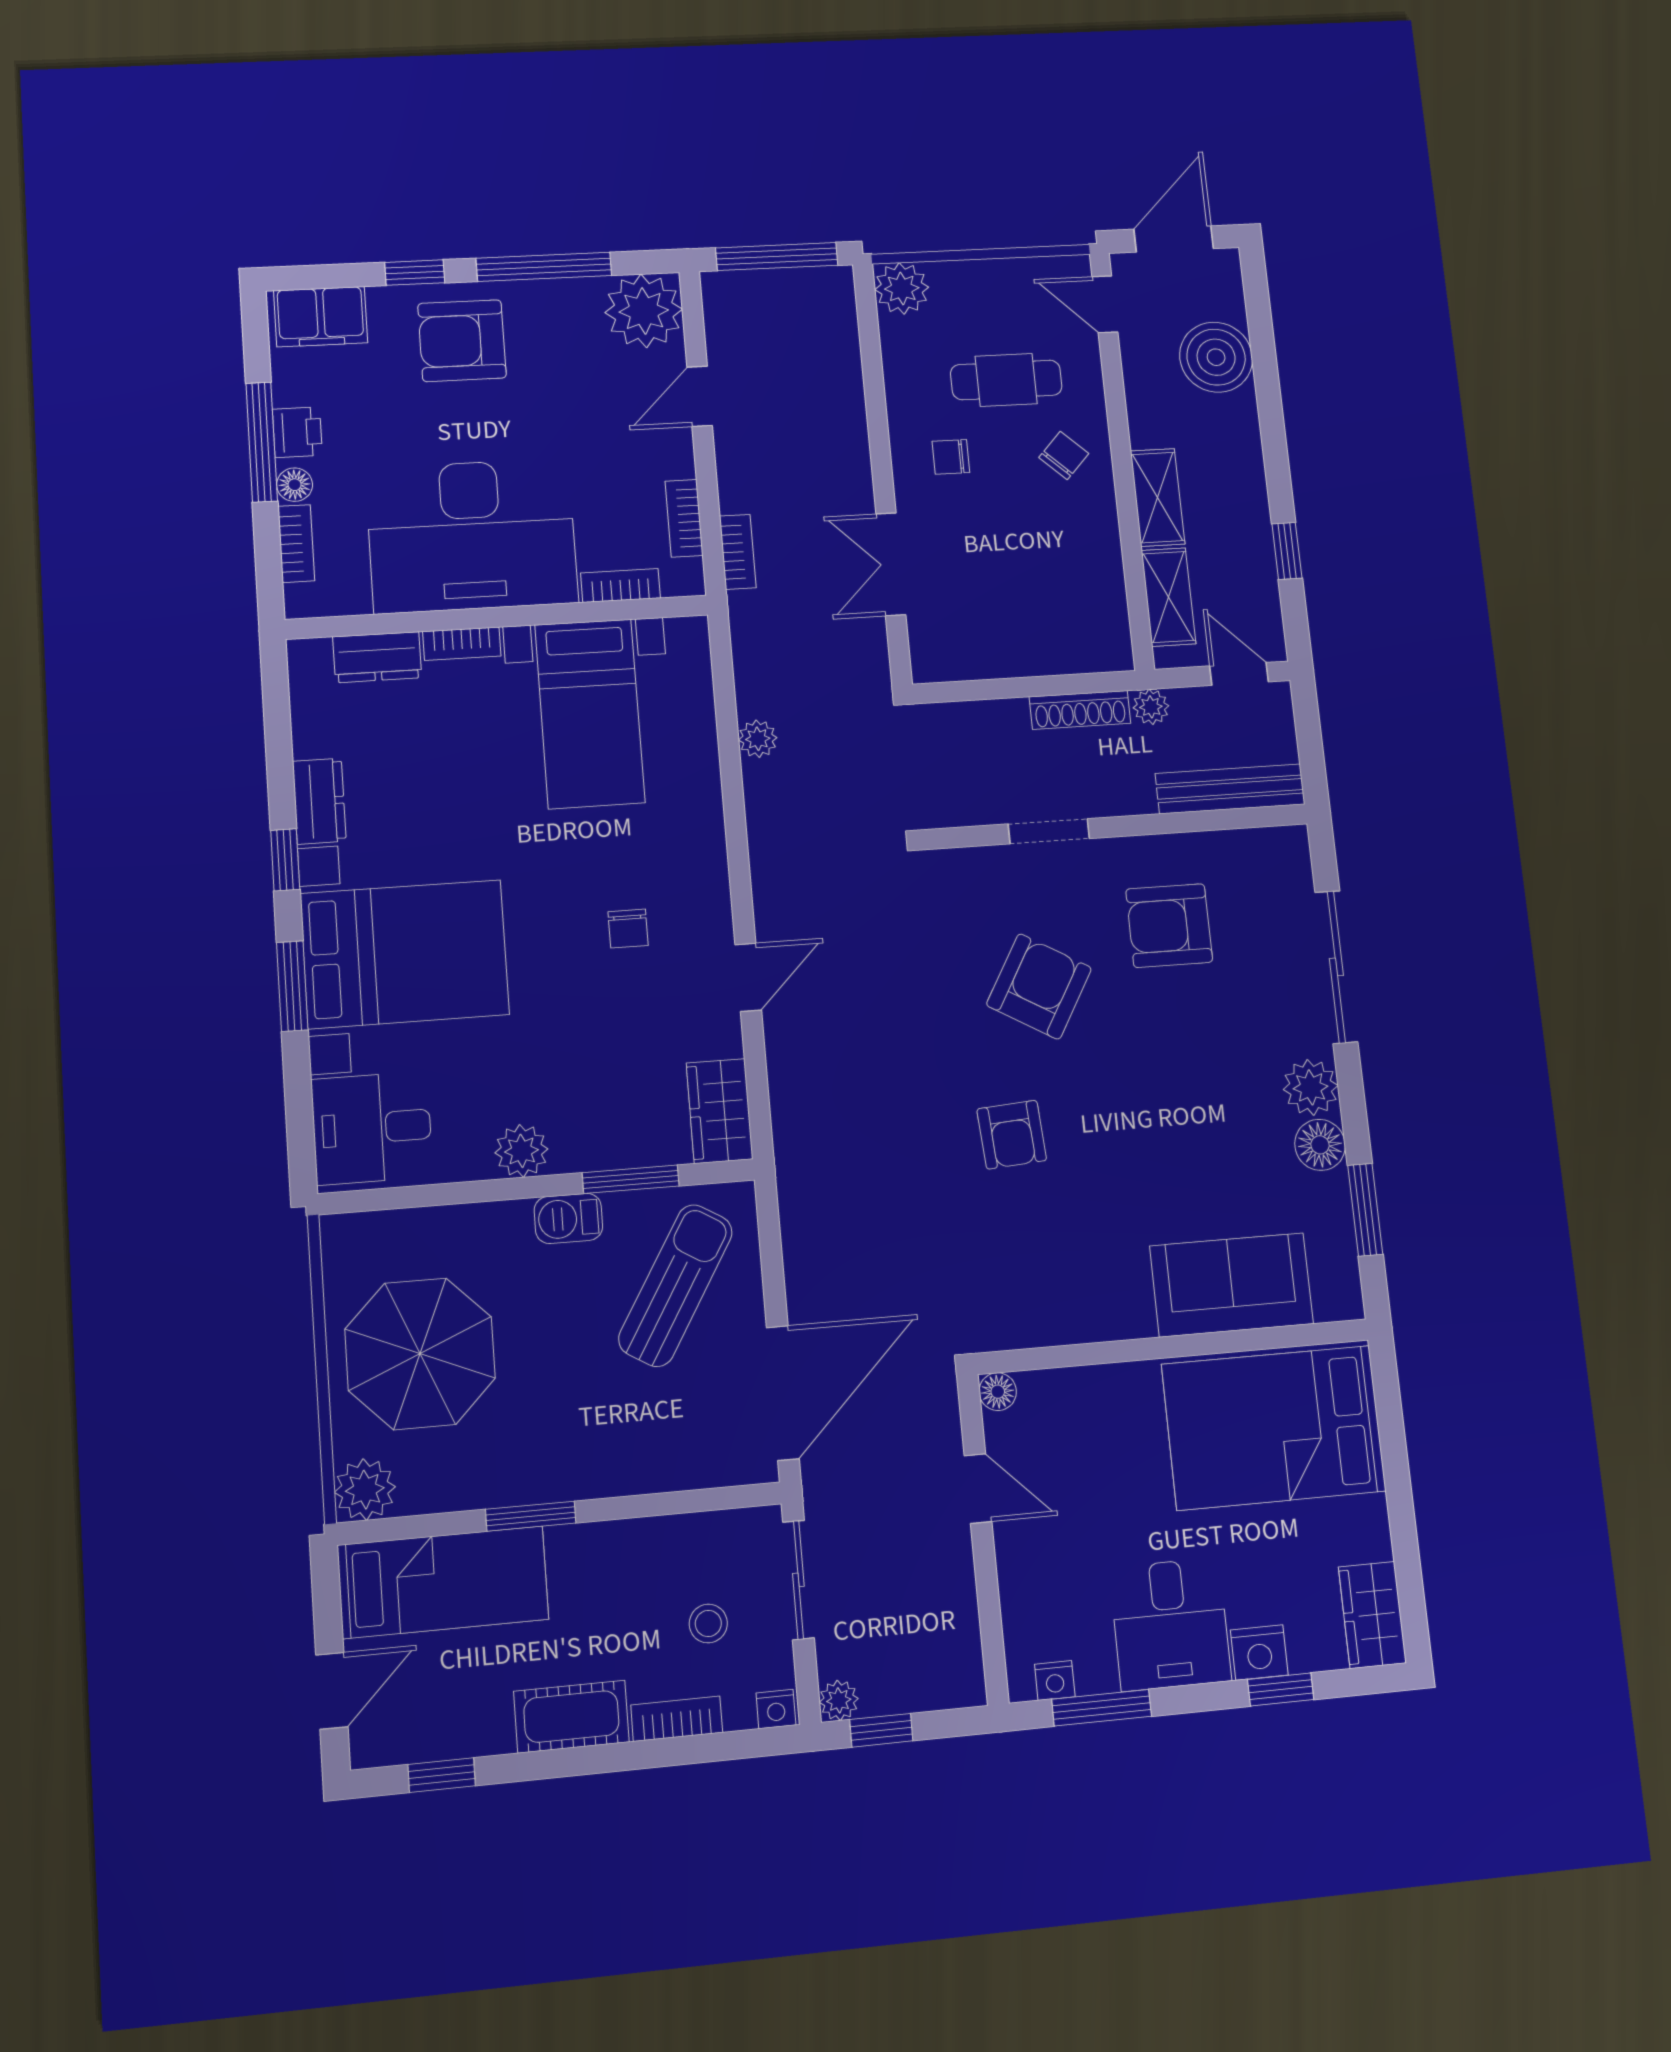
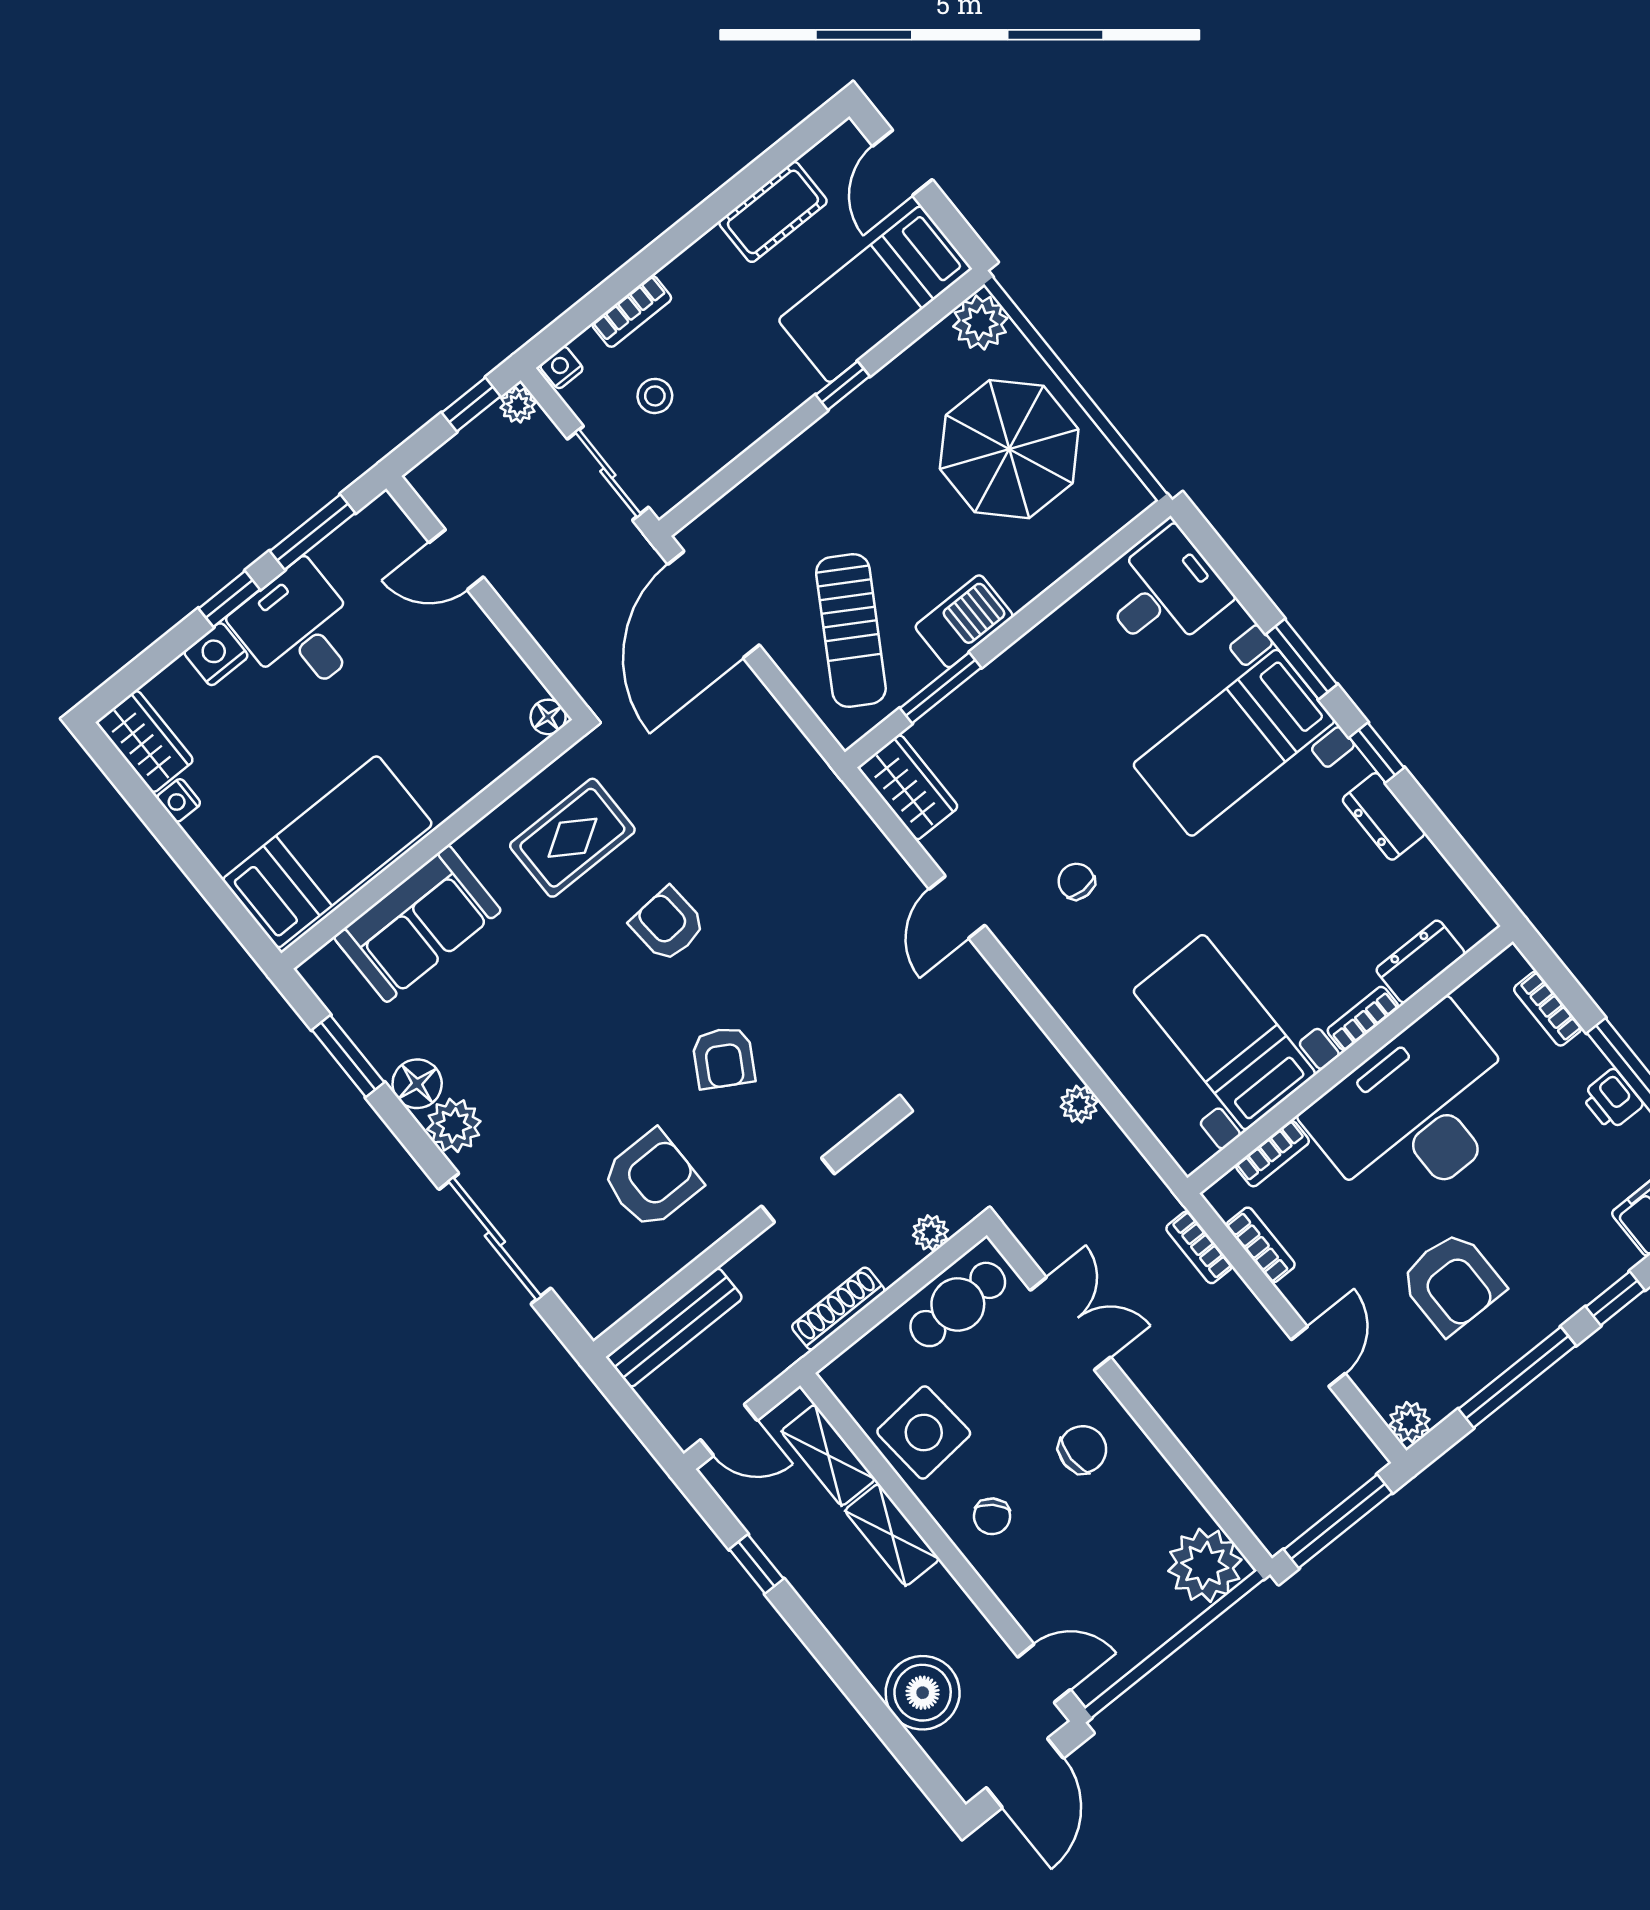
plant: (902, 288) -> (1205, 1565), width x1.36, depth x1.36
plant: (644, 311) -> (1409, 1422), width x0.53, depth x0.53
armchair: (462, 341) -> (1452, 1283), moved, turned 90
cafe table: (1006, 380) -> (958, 1304), moved
chair: (951, 457) -> (1083, 1449), width x1.37, depth x1.37
floor lamp: (295, 485) -> (1583, 1055), removed
side table: (1076, 561) -> (924, 1432), added
plant: (1151, 707) -> (930, 1233), moved
bed with nightstands: (405, 954) -> (1234, 743), width x0.73
armchair: (1039, 986) -> (723, 1058), width x0.72, depth x0.72
plant: (522, 1151) -> (1039, 653), removed
barbecue: (568, 1218) -> (964, 621), width x1.38, depth x1.27
rug: (1046, 1268) -> (572, 838), added
bed: (1274, 1428) -> (327, 852), width x0.67
door: (978, 1489) -> (456, 560), moved
window: (531, 1516) -> (843, 386), width x0.67
nightstand: (1055, 1680) -> (179, 800), moved, turned -90
window: (1281, 1689) -> (229, 599), moved
cot: (571, 1717) -> (773, 212), moved
window: (442, 1775) -> (779, 157), removed

